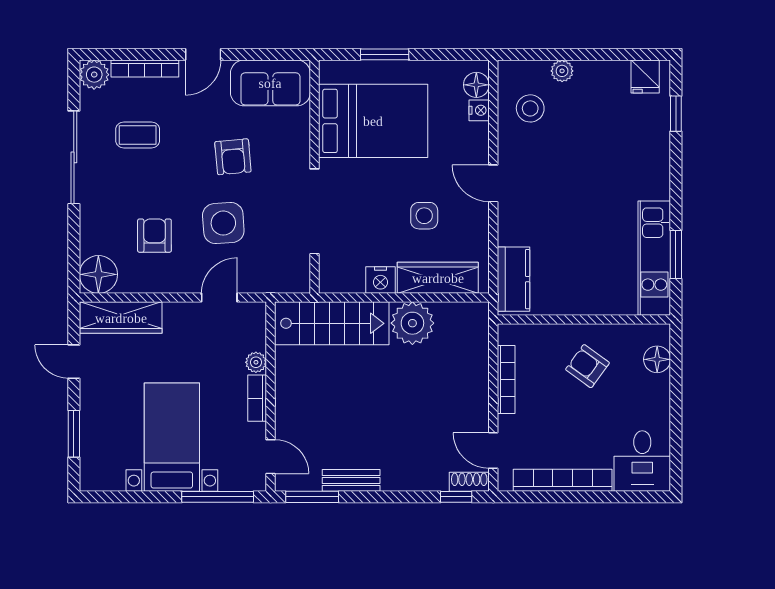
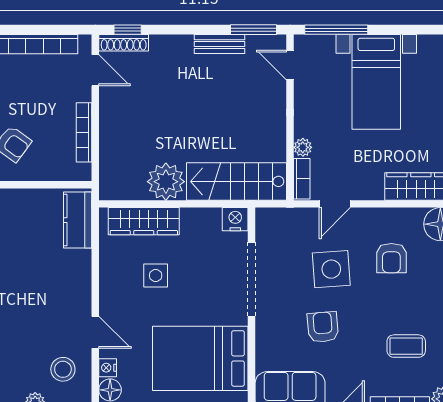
door: (493, 183) -> (95, 332), moved
nightstand: (380, 280) -> (235, 219), moved
bookcase: (257, 398) -> (302, 179), moved
shoe rack: (469, 482) -> (124, 43), width x1.43

